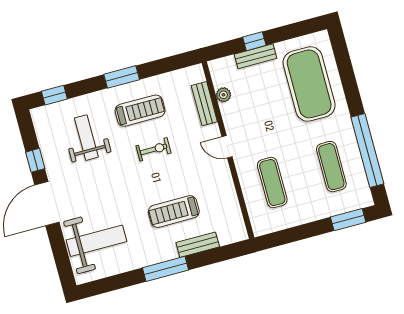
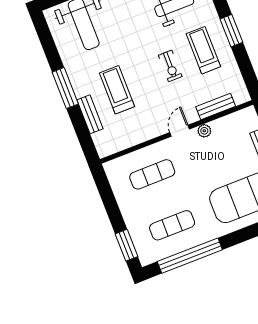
plant: (223, 95) -> (204, 131), moved
treadmill: (140, 111) -> (203, 50), turned 180

